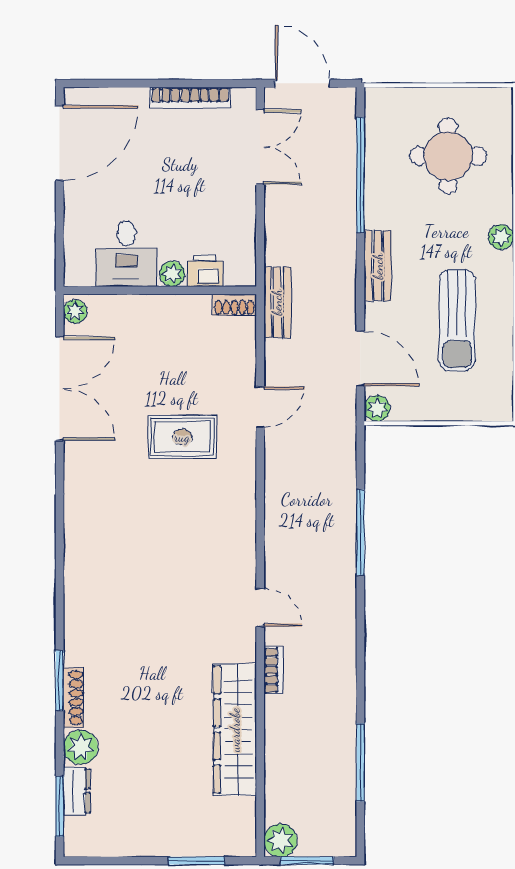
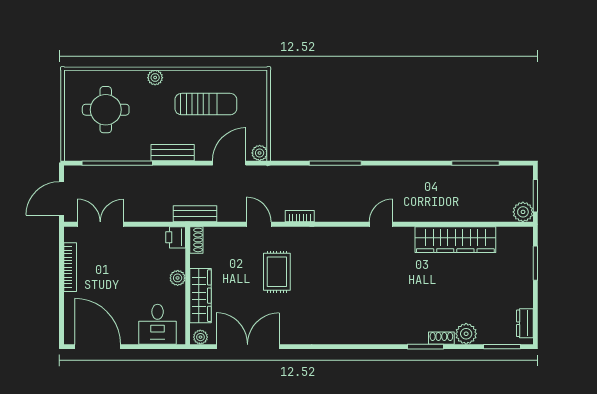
desk: (126, 254) -> (158, 324), moved, turned 90
printer: (205, 271) -> (176, 237), moved
wardrobe: (143, 311) -> (200, 296), added
bookcase: (273, 670) -> (300, 216), moved
shoe rack: (73, 698) -> (441, 338), width x0.70
dresser: (77, 791) -> (525, 323), moved, turned -90

